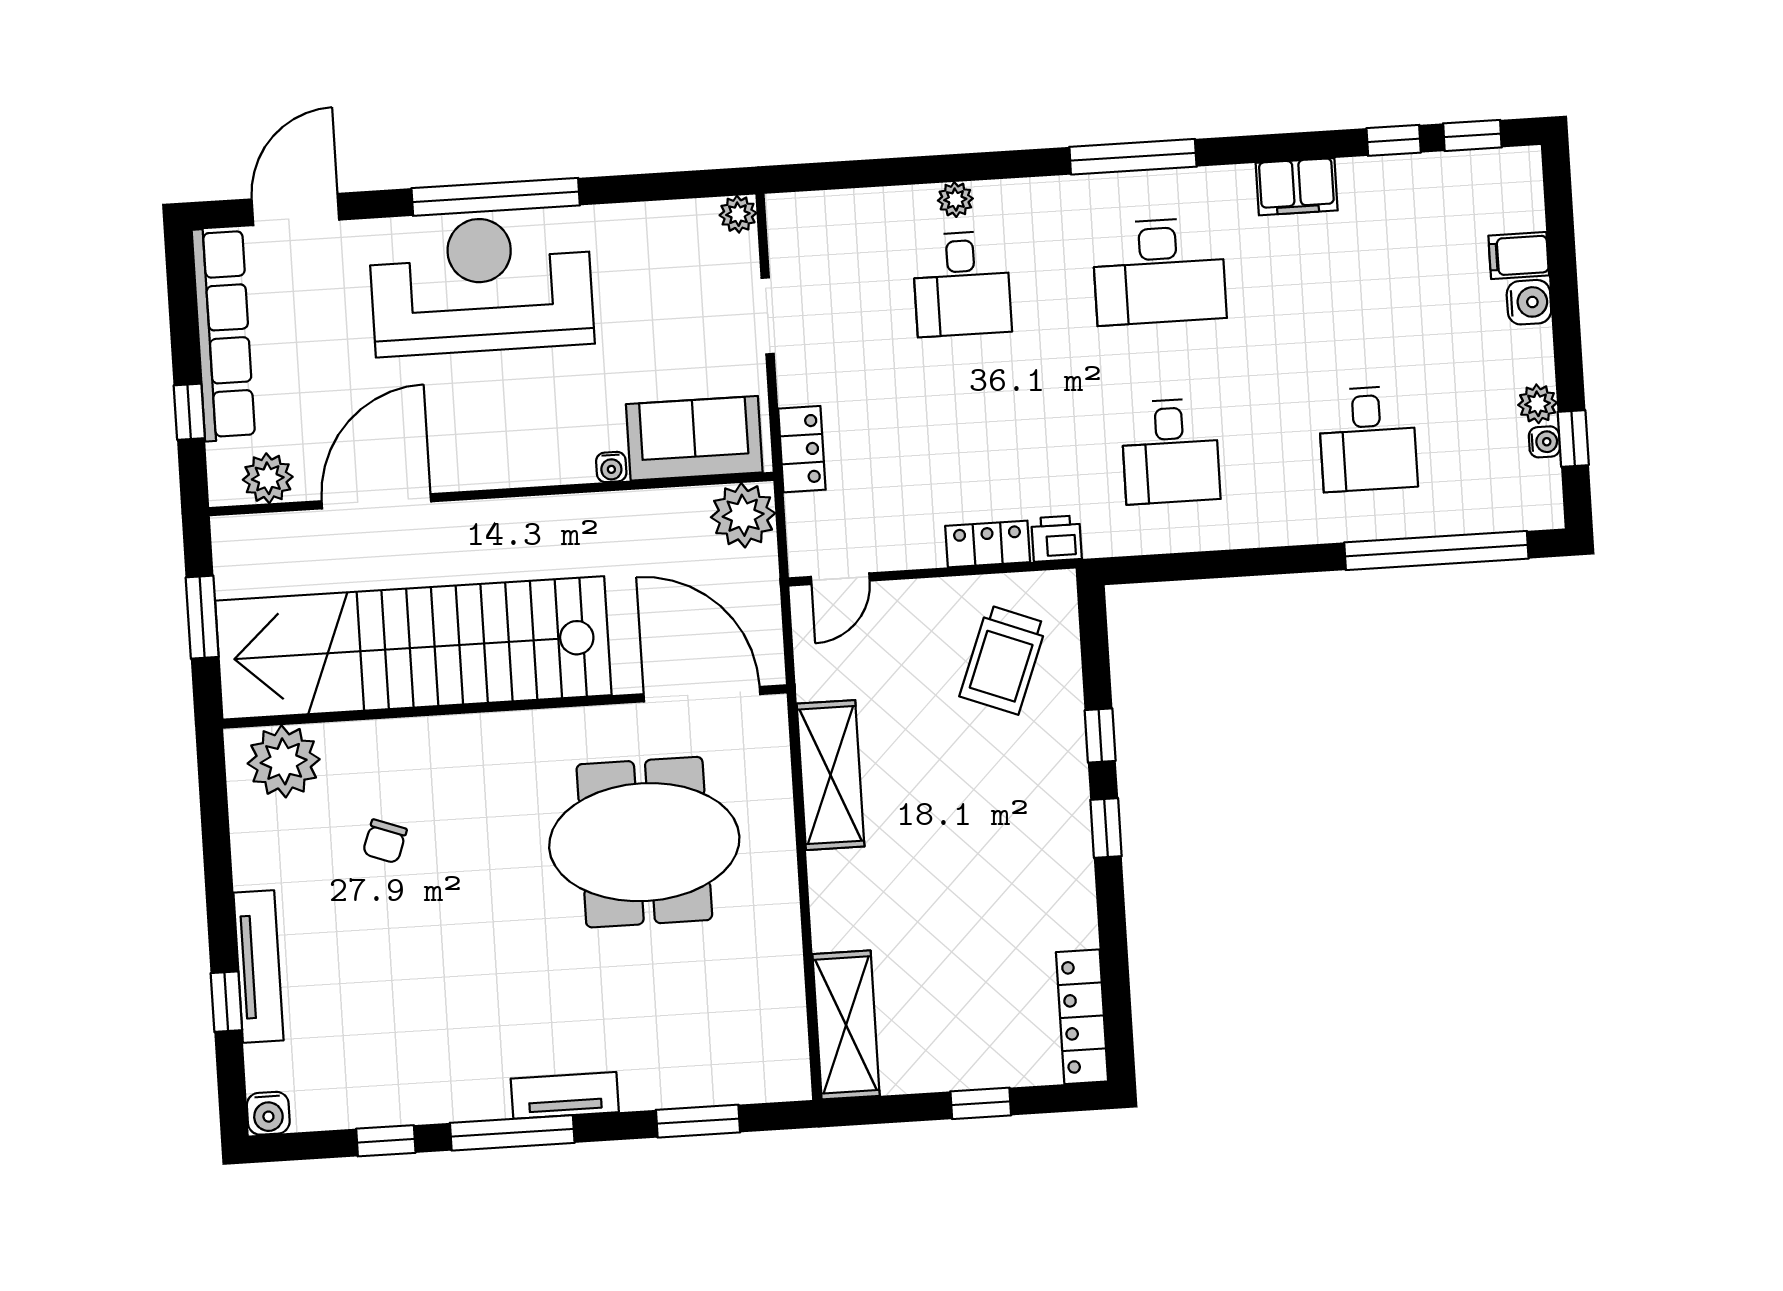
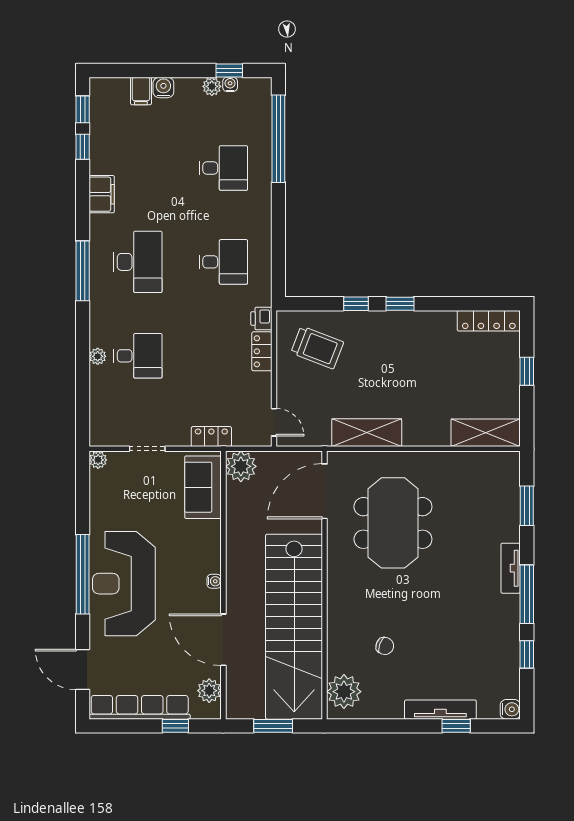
water cooler: (611, 467) -> (214, 581), moved

